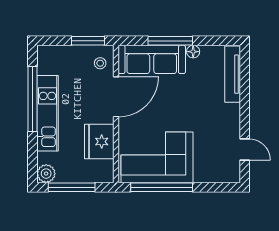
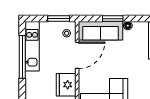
window: (170, 41) -> (113, 19), width x0.69
kitchen unit: (47, 113) -> (32, 46), moved

